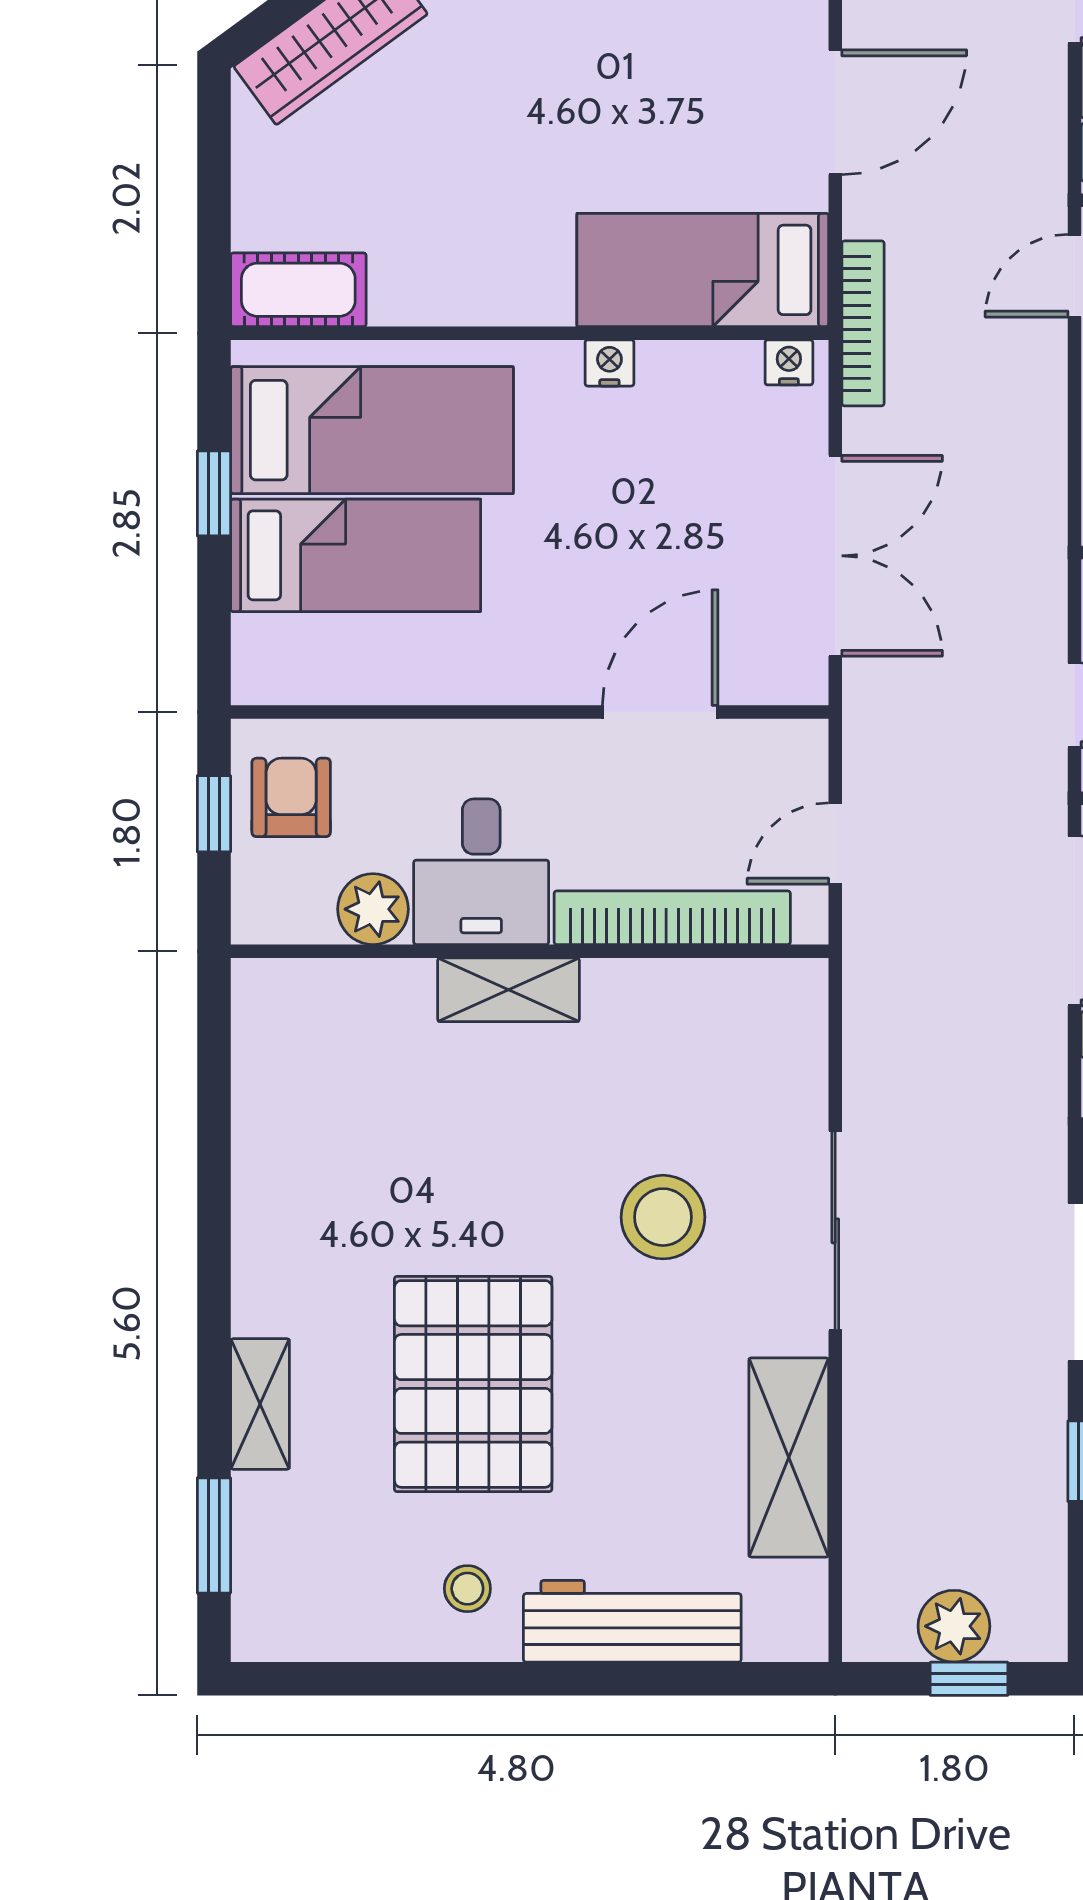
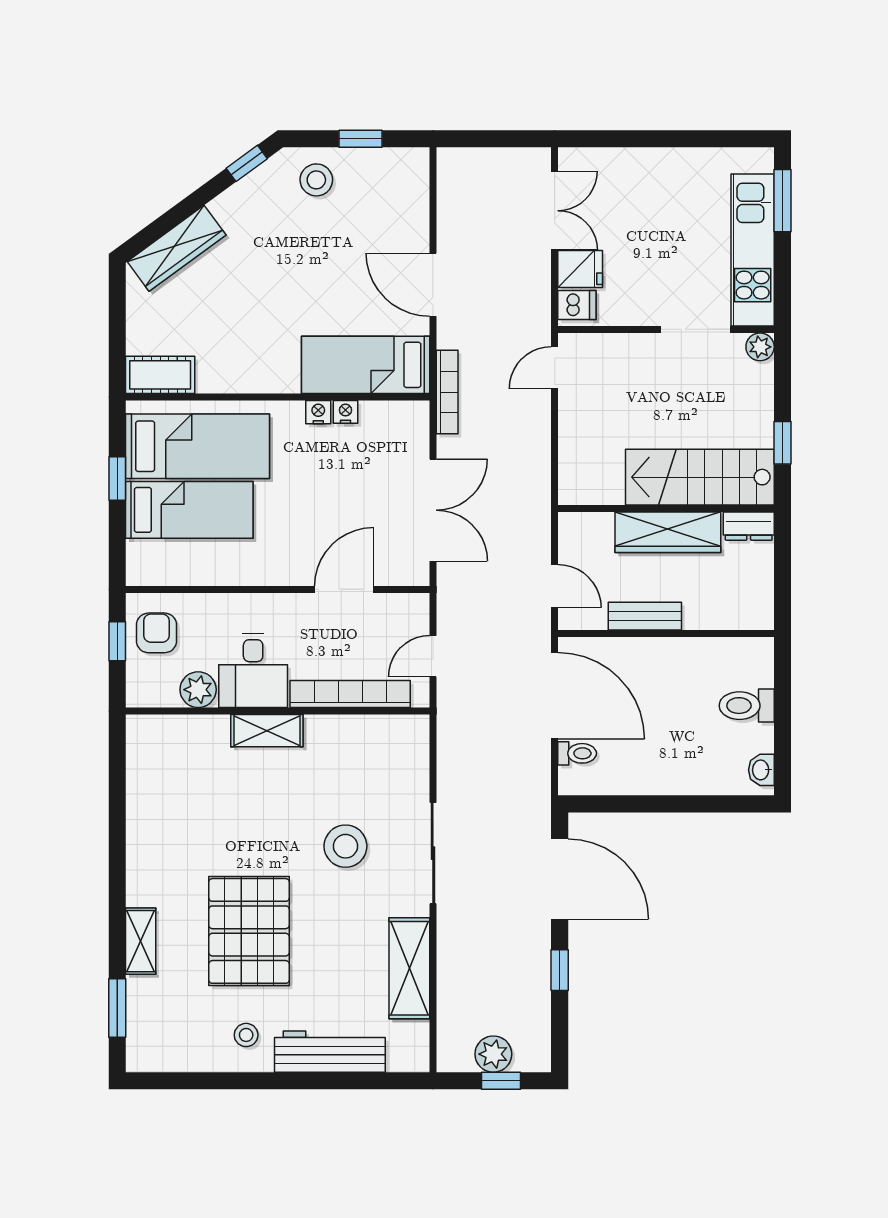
door: (835, 112) -> (433, 285), swing flipped
nightstand: (789, 362) -> (346, 412), moved

